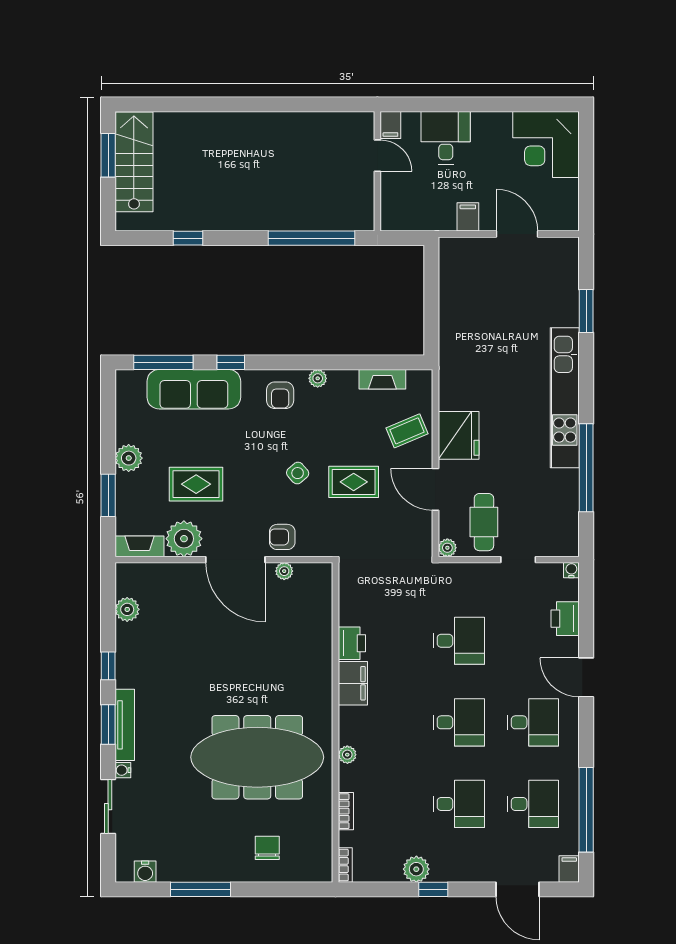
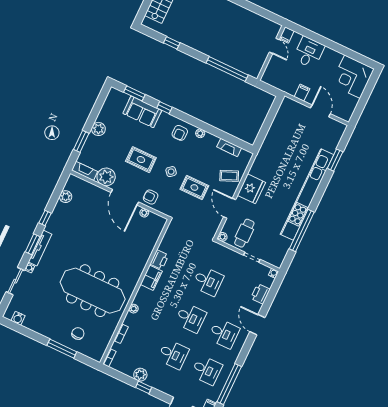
window: (163, 362) -> (134, 93), width x0.69
sofa: (194, 389) -> (142, 112), width x0.73
kitchen unit: (565, 398) -> (307, 194), width x1.36
rug: (196, 484) -> (141, 160), moved
window: (201, 889) -> (62, 349), moved

